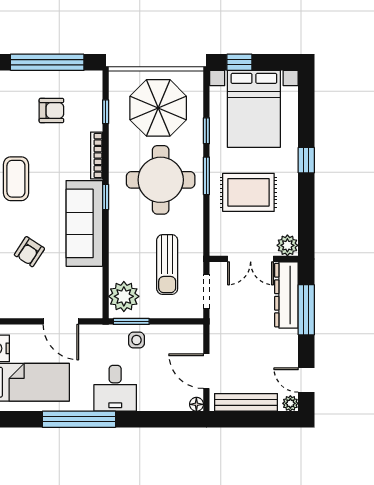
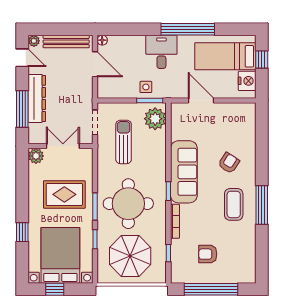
window: (239, 62) -> (55, 289), moved
window: (306, 160) -> (22, 232), moved
armchair: (29, 252) -> (229, 163), moved
dresser: (286, 295) -> (37, 98), moved

